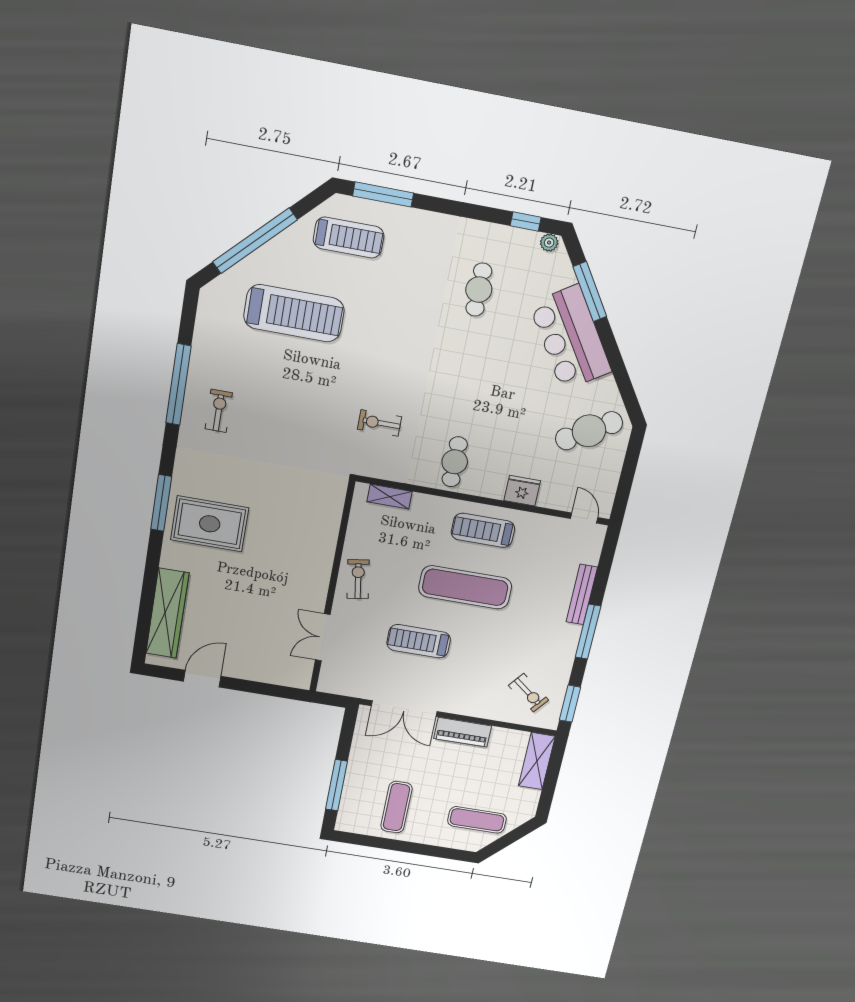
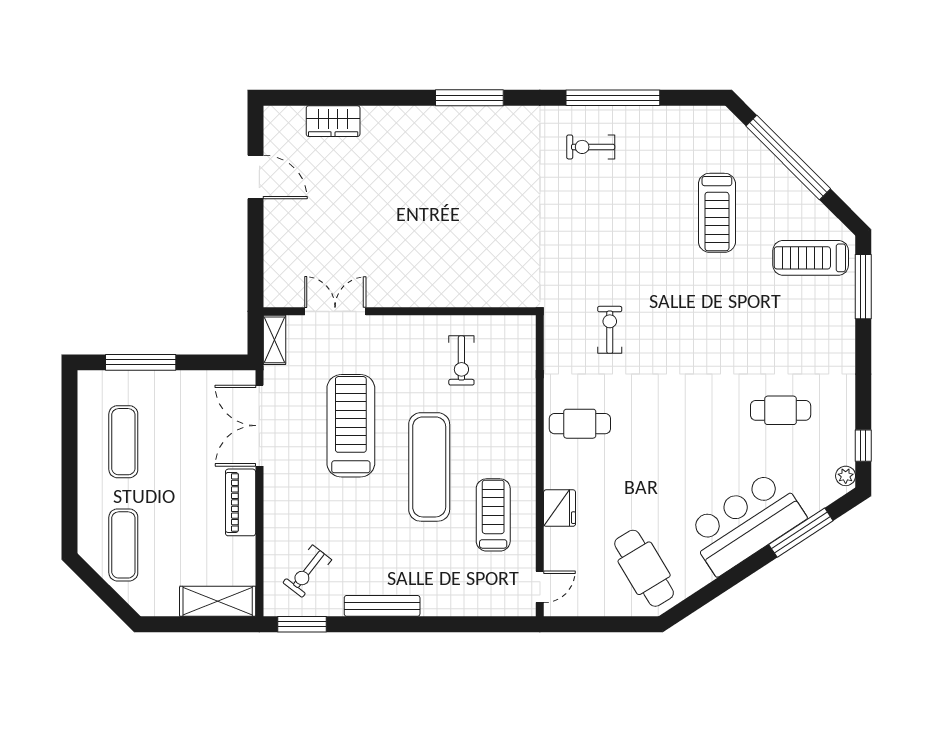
treadmill: (349, 238) -> (811, 258), turned 90
treadmill: (294, 313) -> (717, 213), width x0.73, depth x0.73
exercise bike: (219, 411) -> (591, 147), turned 180
shelving: (389, 497) -> (275, 340), moved
rug: (210, 524) -> (454, 157), removed
treadmill: (483, 530) -> (493, 515), moved
exercise bike: (358, 579) -> (461, 360), moved, turned 99
bench: (582, 595) -> (382, 606), moved
wardrobe: (167, 613) -> (333, 121), width x0.48, depth x0.85
window: (588, 632) -> (399, 624), removed
treadmill: (419, 641) -> (351, 426), width x1.37, depth x1.38
exercise mat: (396, 807) -> (123, 442), turned 90

